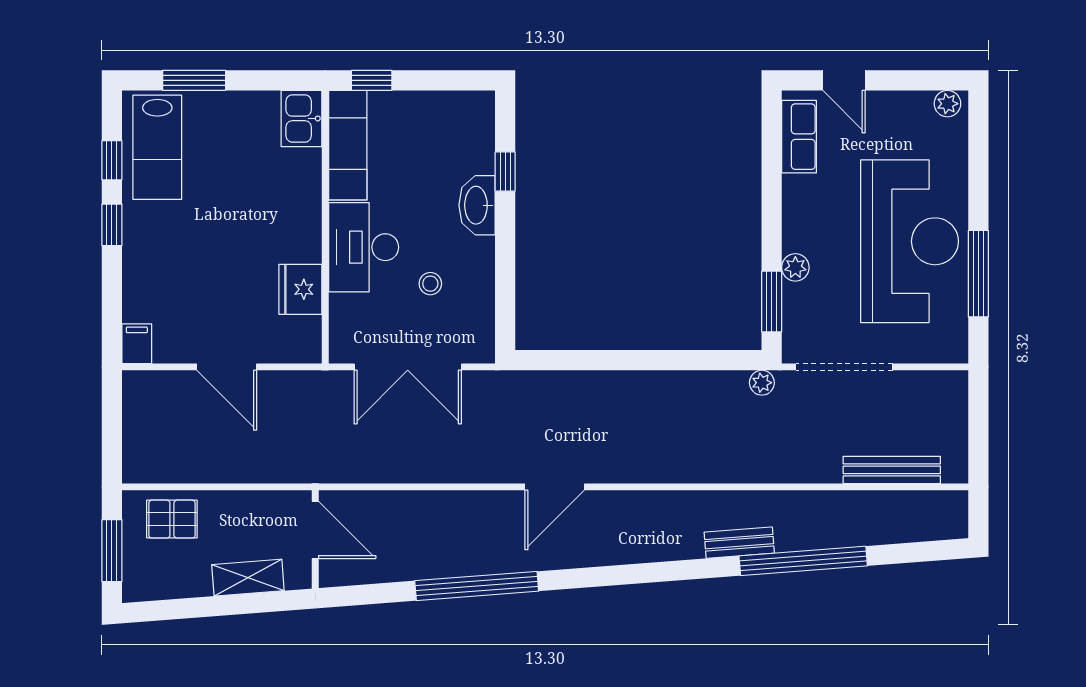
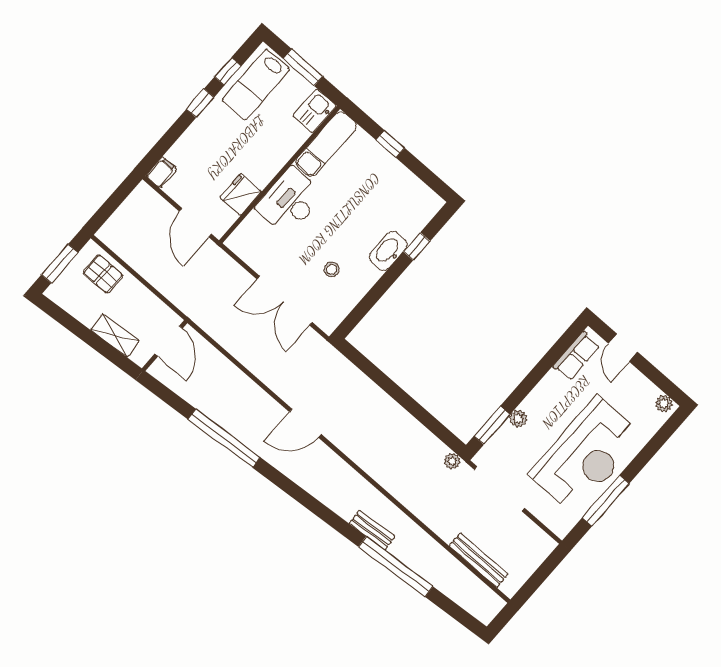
kitchen sink: (301, 118) -> (315, 111), moved
exam couch: (348, 145) -> (326, 144), moved
wall: (325, 227) -> (280, 175), moved
desk: (364, 247) -> (290, 201), moved
fridge: (300, 289) -> (241, 195), moved

